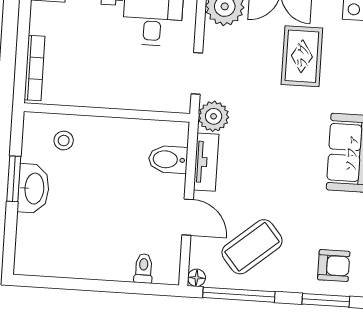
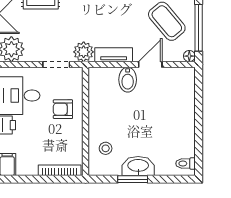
armchair: (128, 79) -> (63, 109), added
bidet: (168, 159) -> (128, 80), moved
toilet: (144, 268) -> (186, 164), moved

